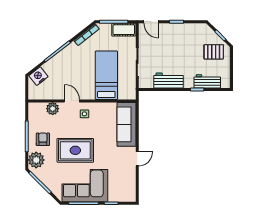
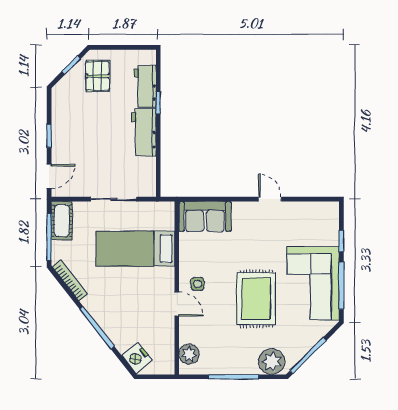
workbench: (169, 80) -> (144, 132), moved
door: (72, 101) -> (177, 304), swing flipped
plant: (53, 109) -> (189, 354), moved
sofa: (126, 124) -> (205, 216), width x0.73
armchair: (43, 139) -> (238, 351), removed

